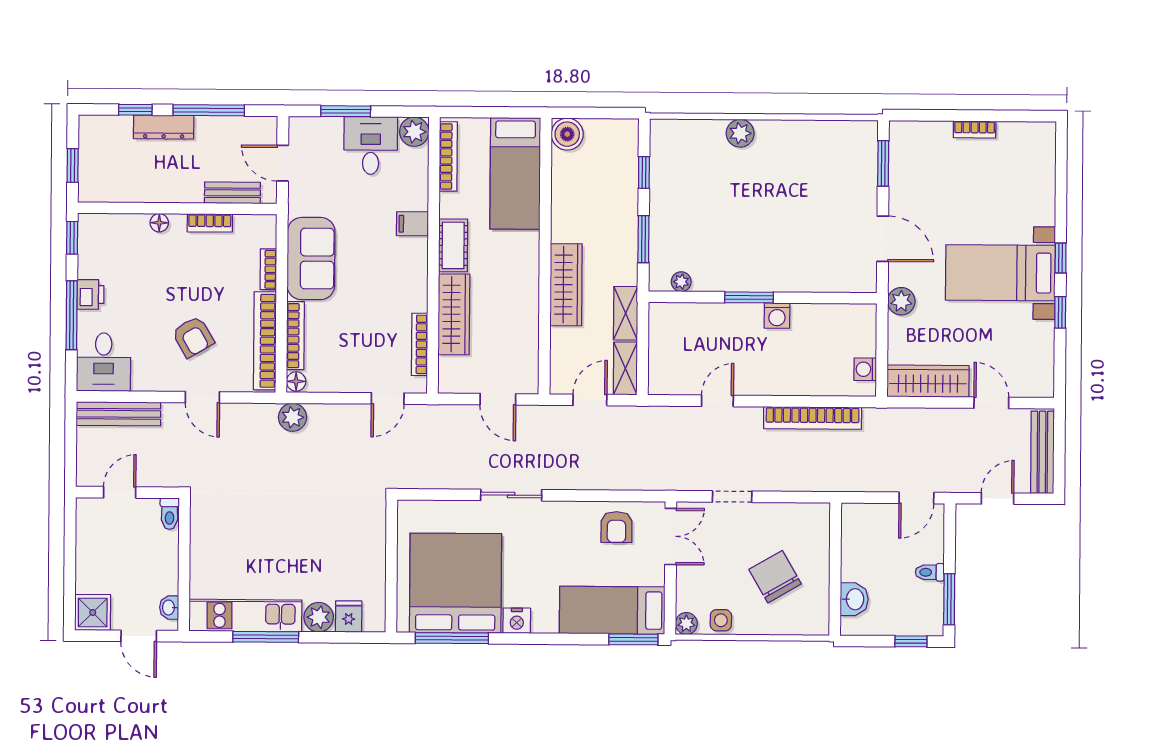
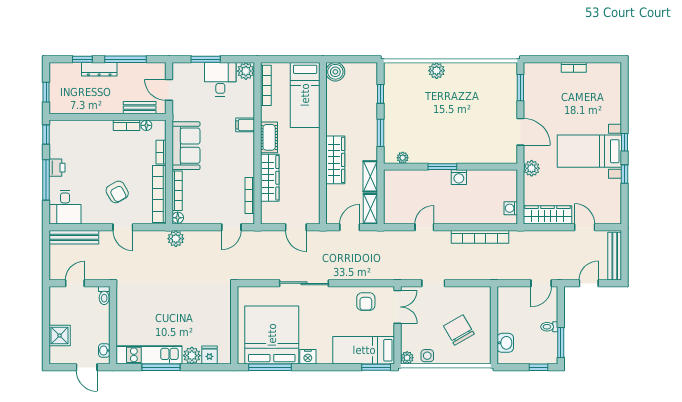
floor lamp: (159, 223) -> (146, 125), moved
sliding door: (511, 495) -> (304, 283), width x1.37
shower: (93, 612) -> (60, 336), moved

